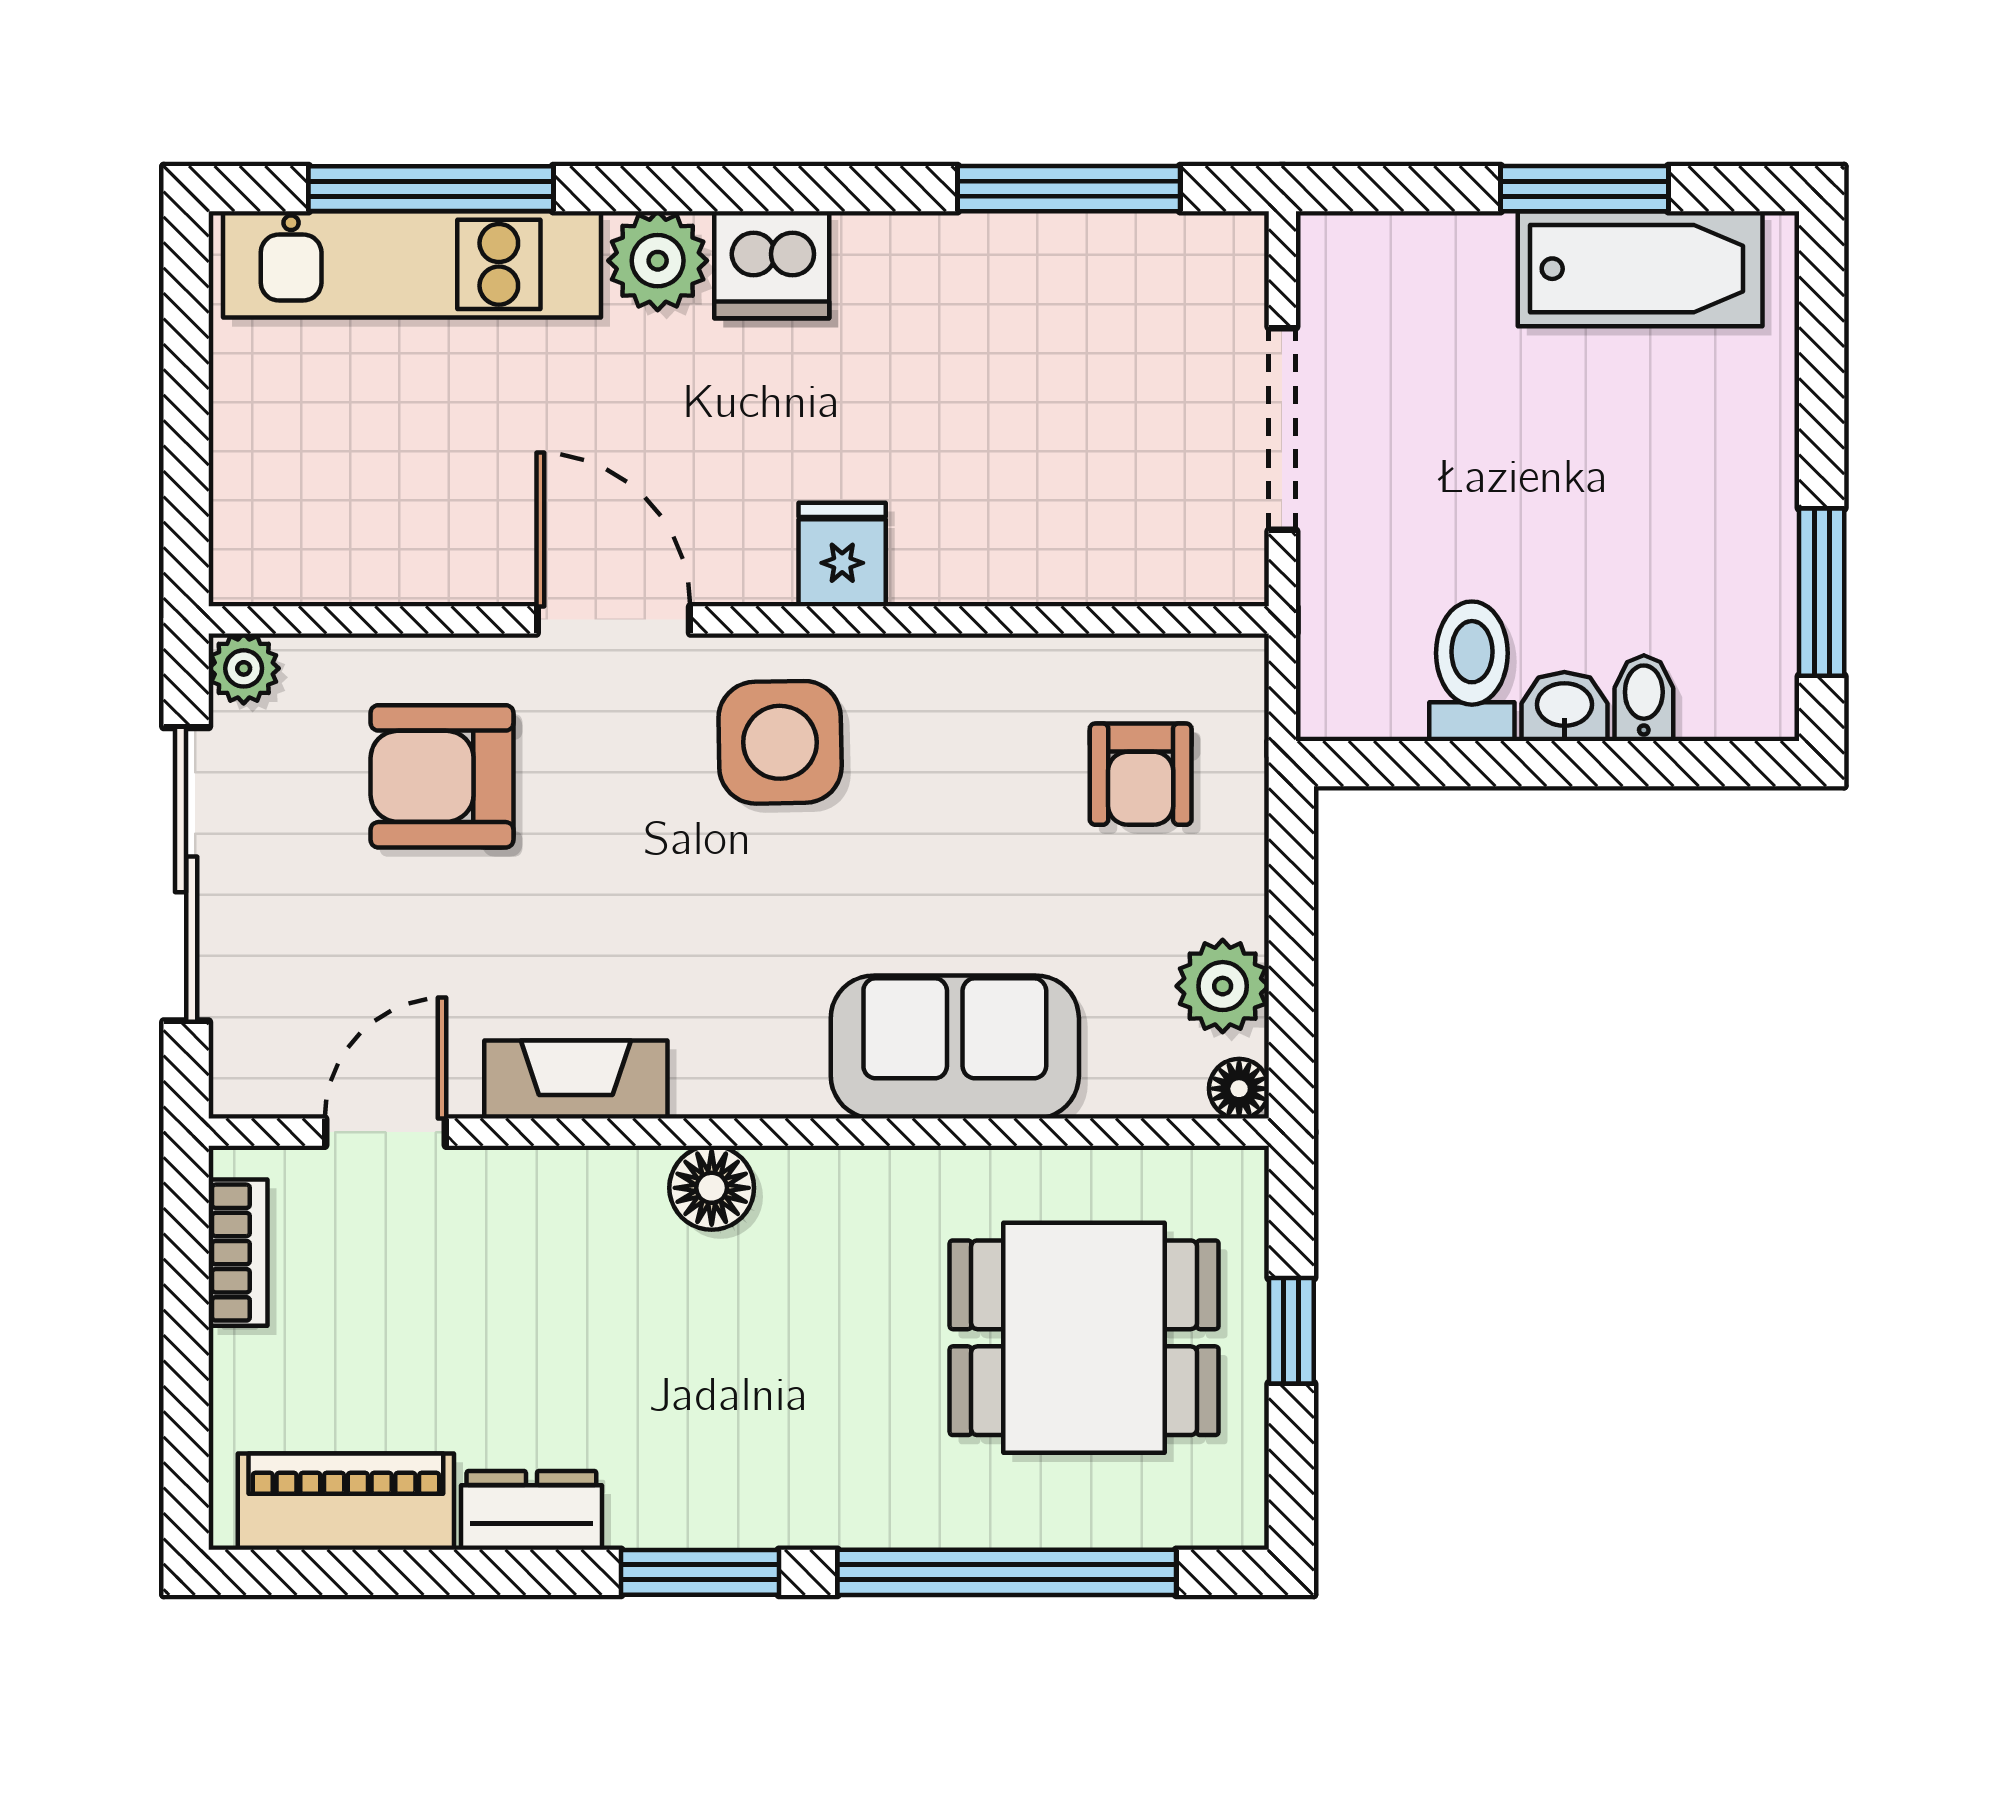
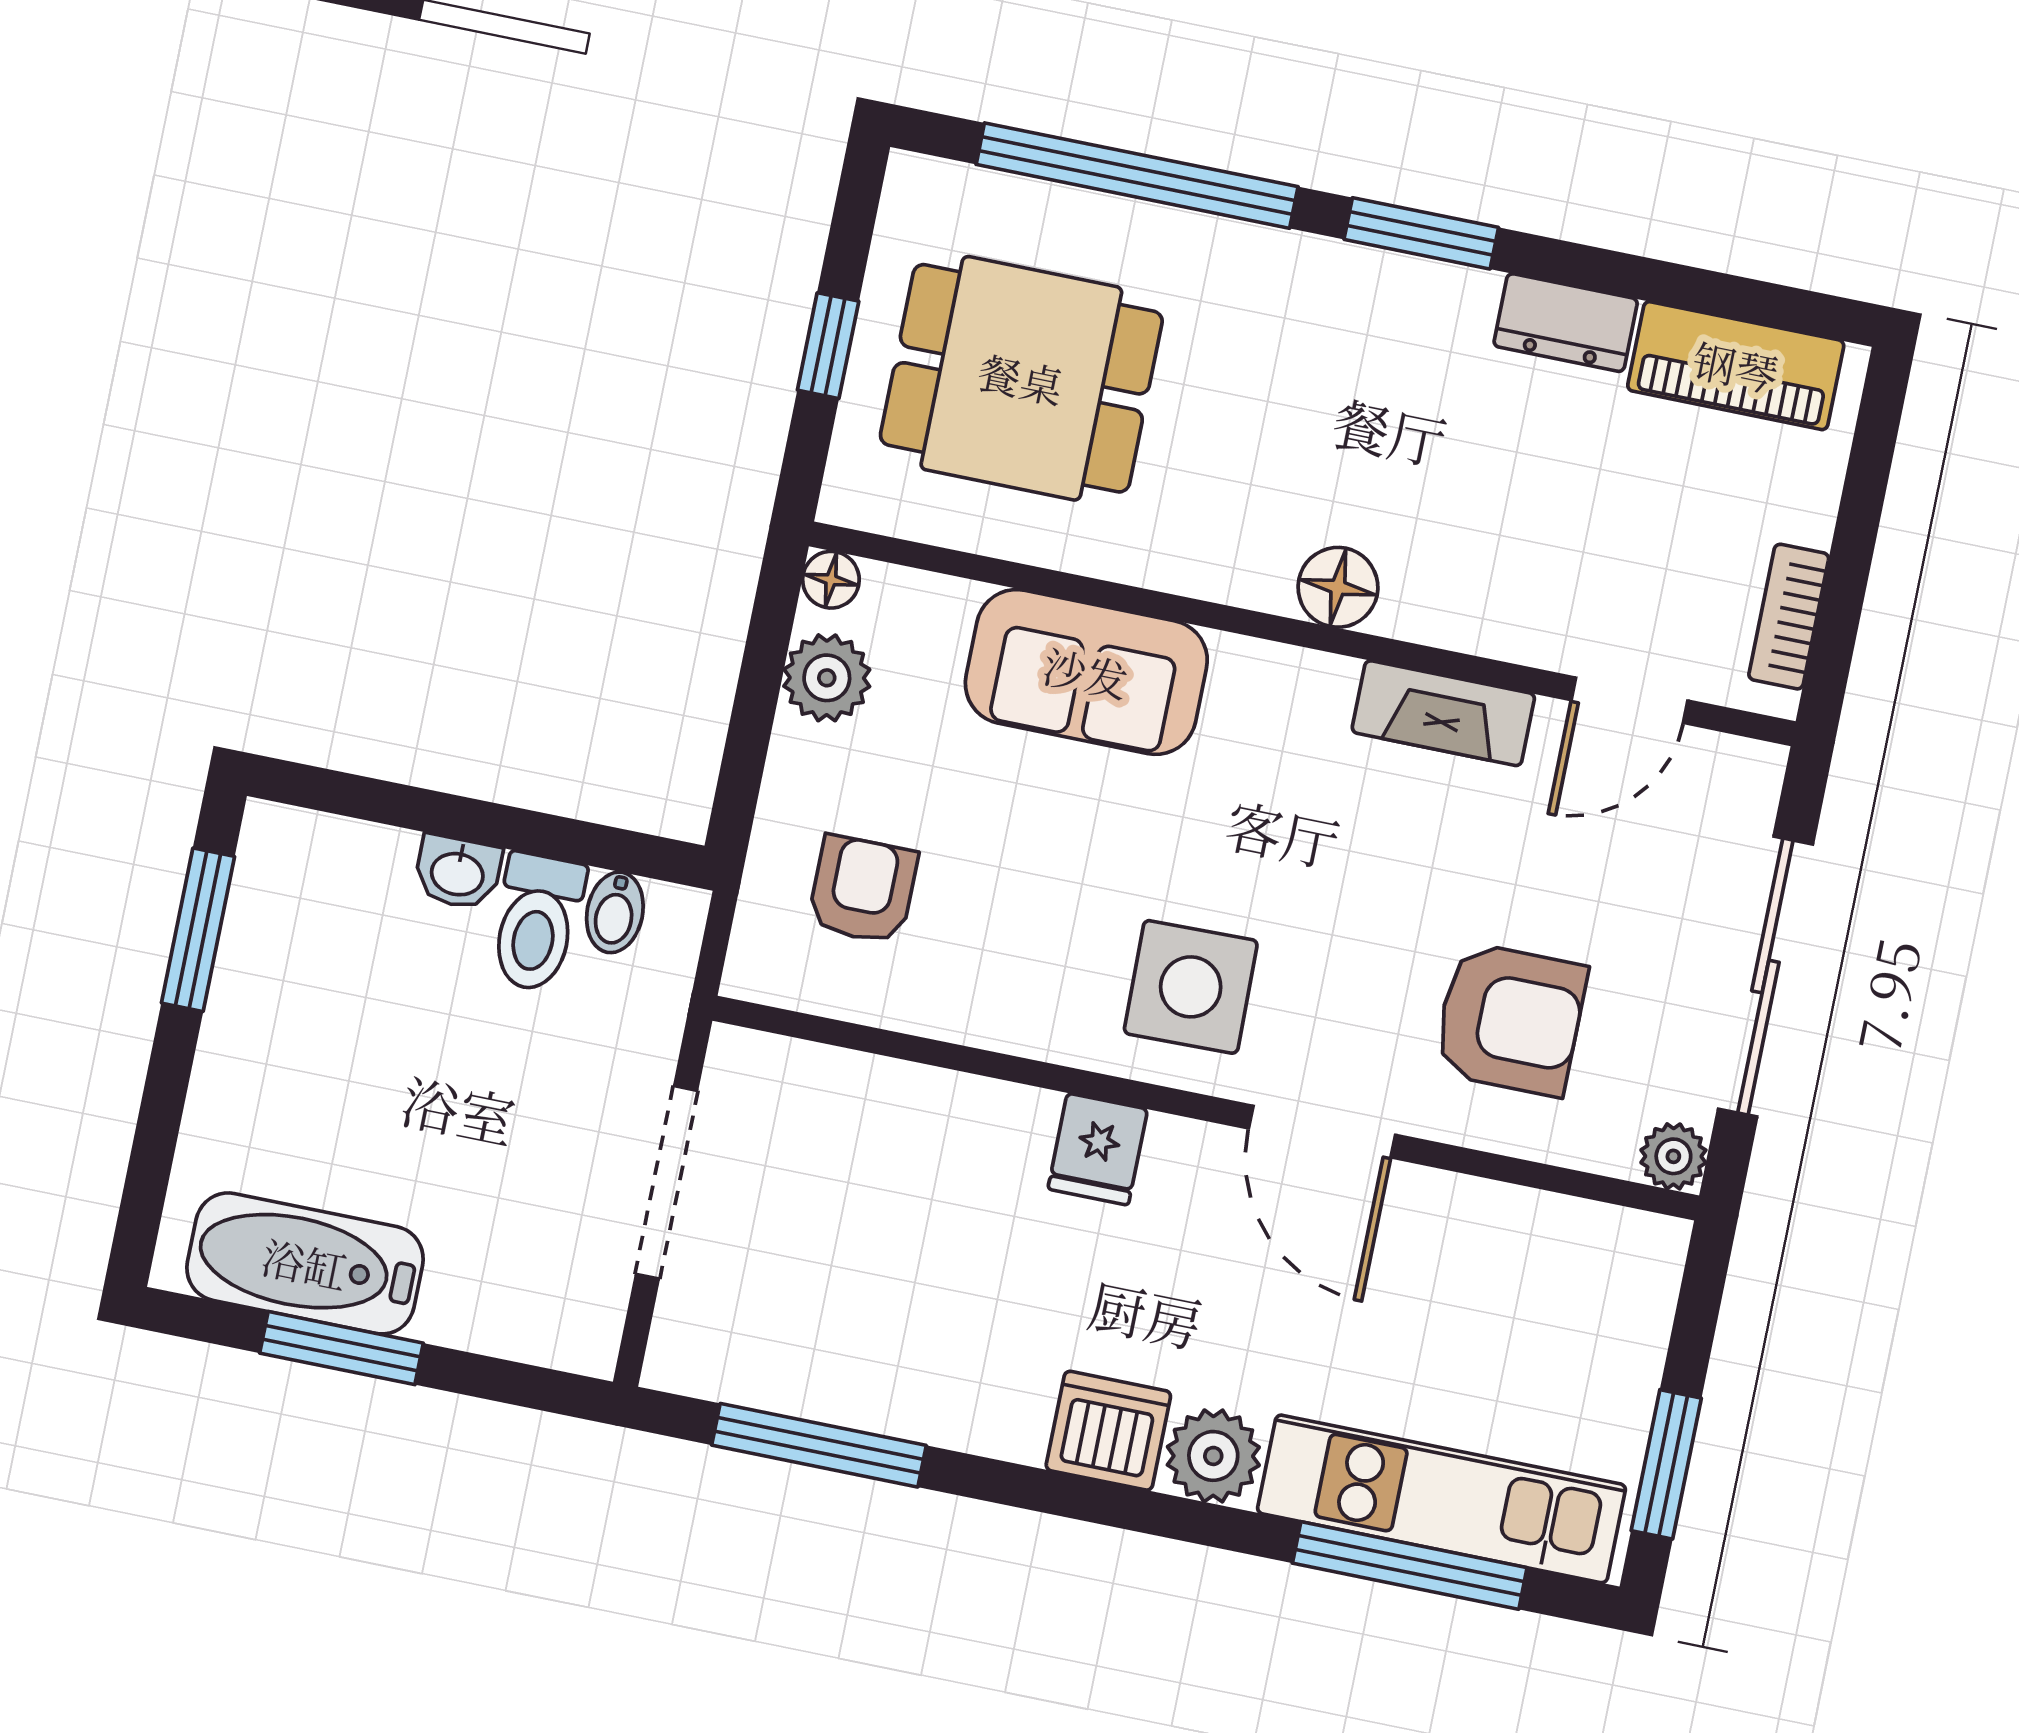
window: (186, 348) -> (1666, 1464), added
bidet: (1644, 698) -> (615, 912), moved

